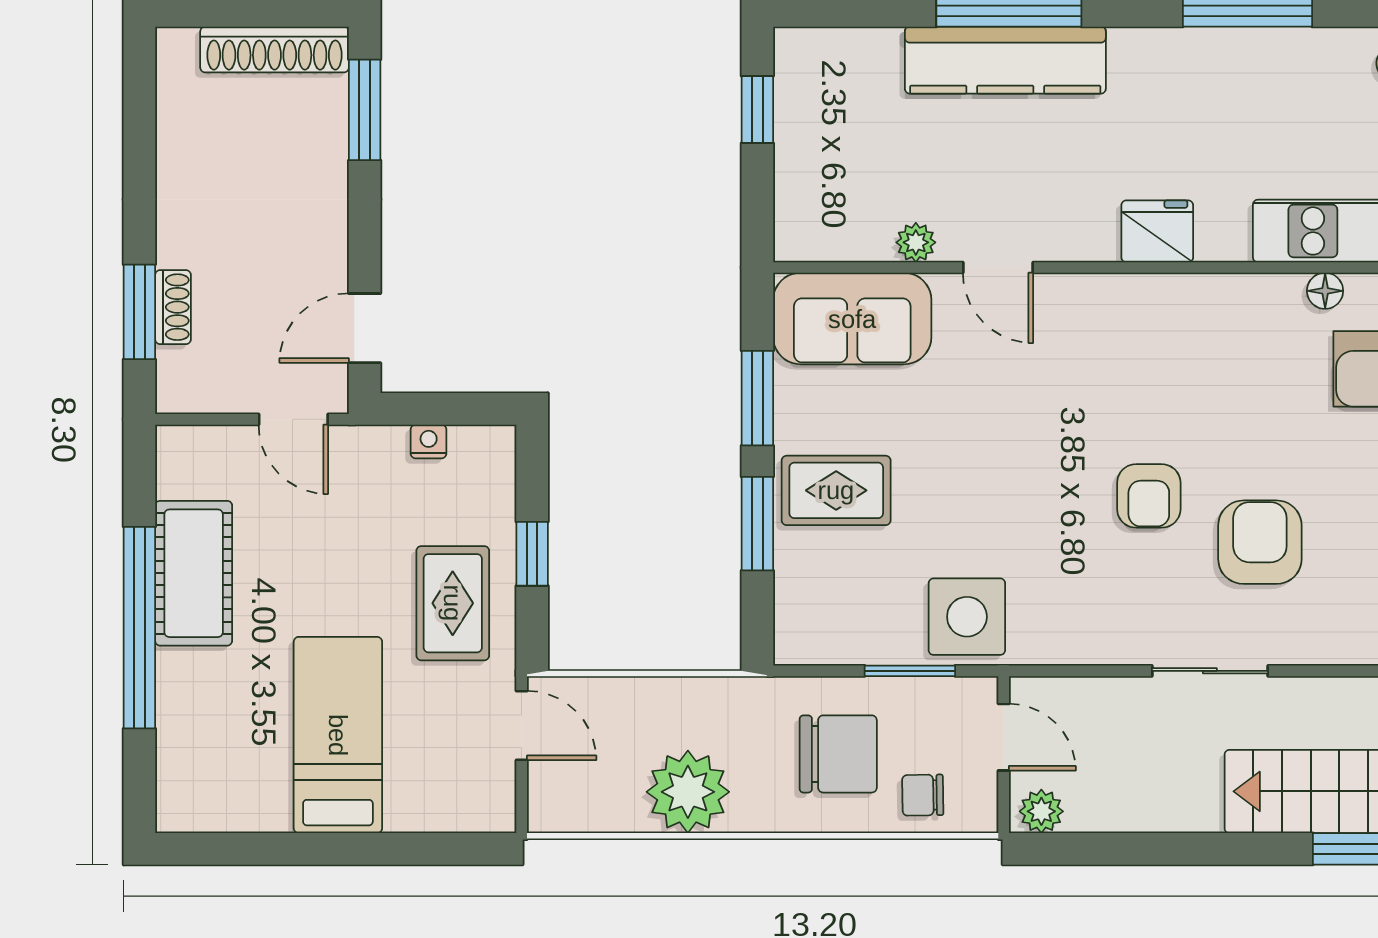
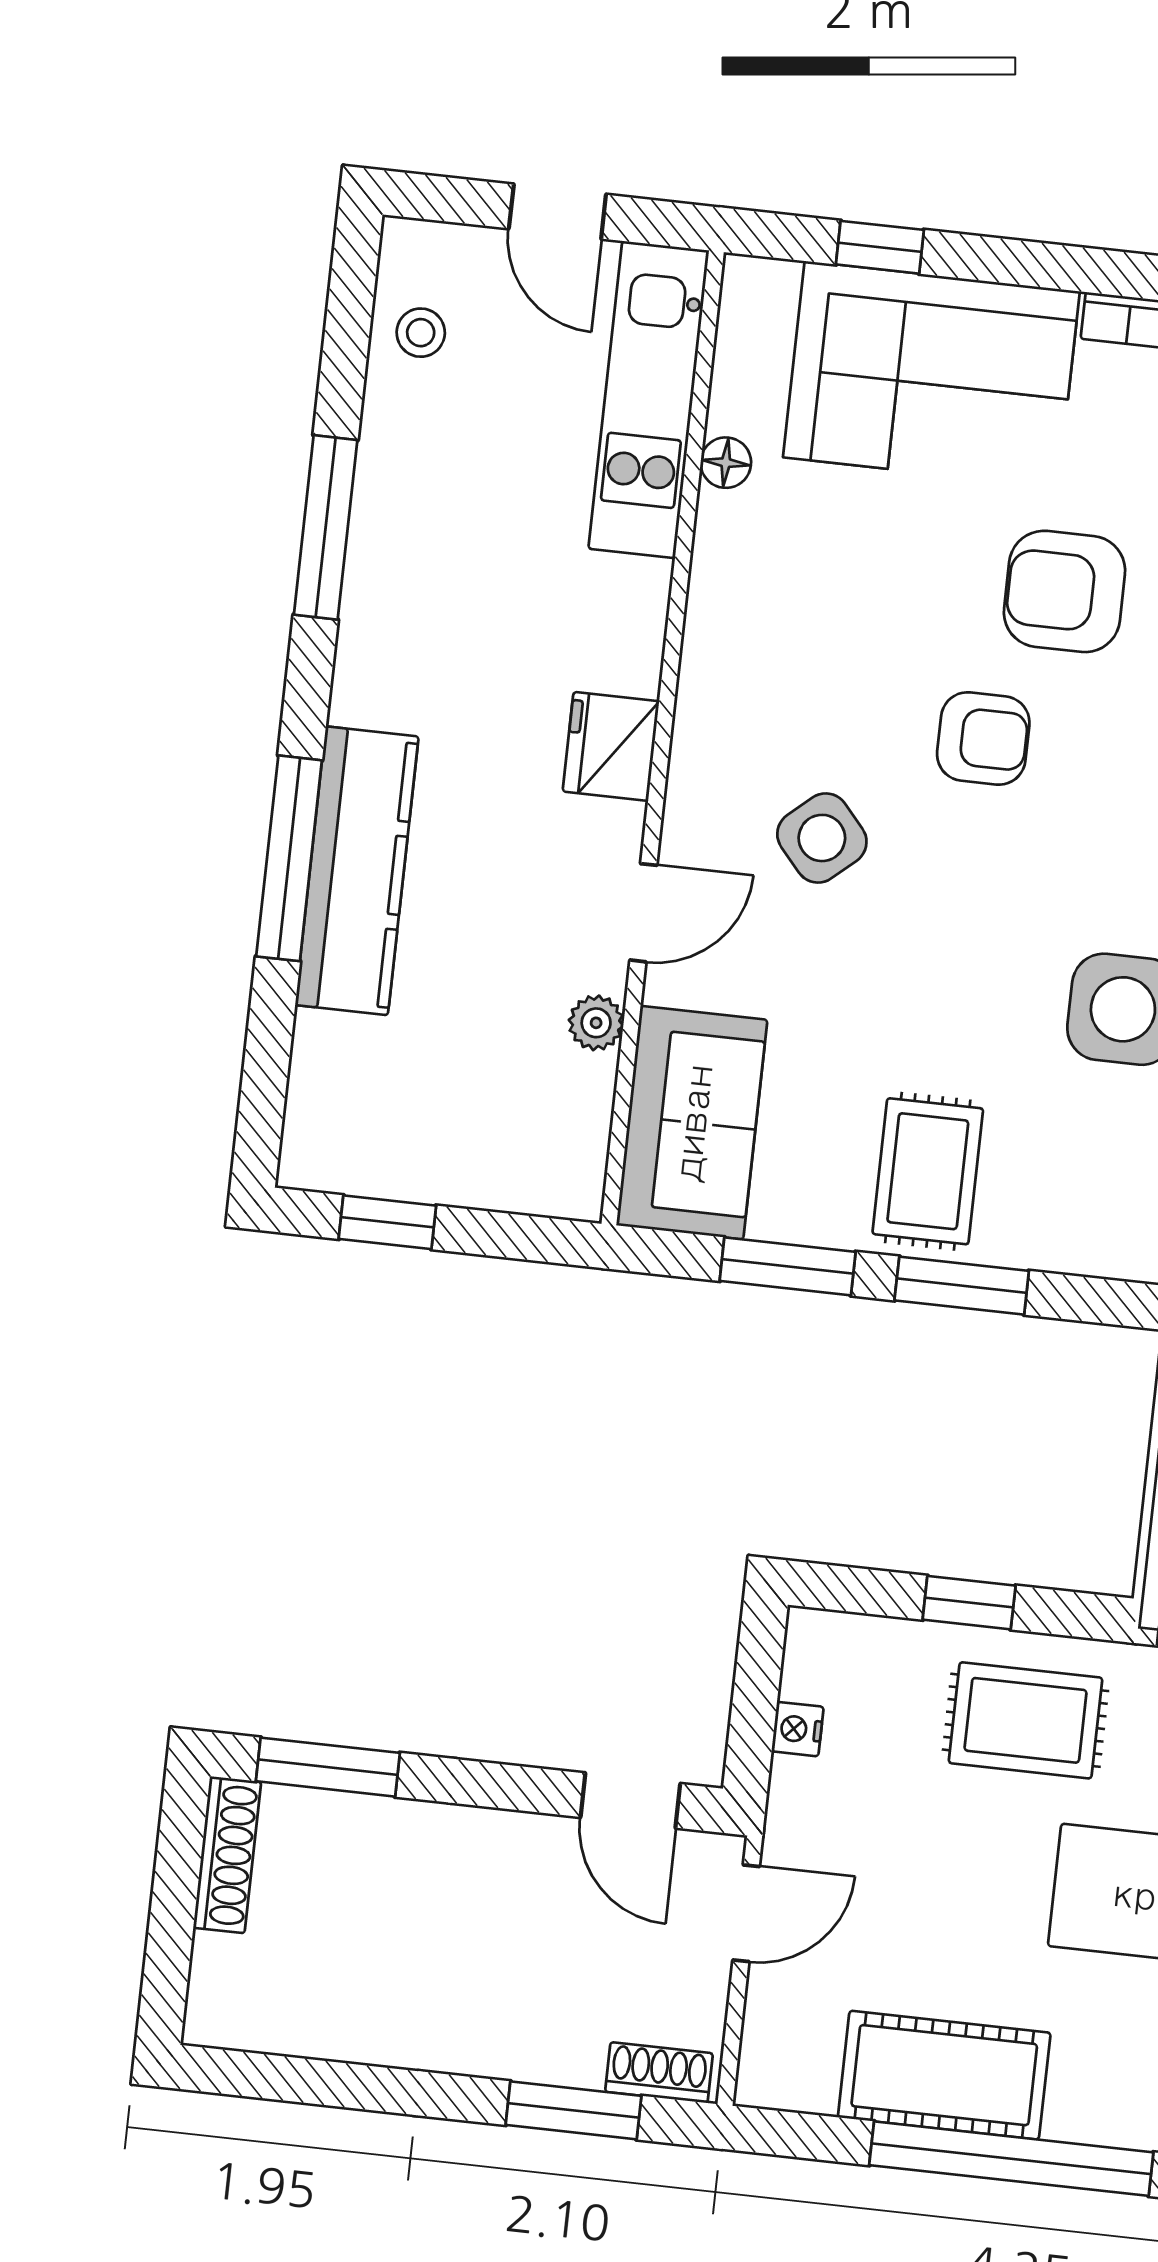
shoe rack: (275, 50) -> (227, 1855), width x0.74, depth x0.81
fridge: (1157, 231) -> (611, 746), moved
shoe rack: (173, 307) -> (659, 2073), moved
side table: (1065, 389) -> (822, 838), added

